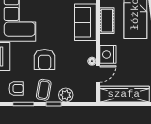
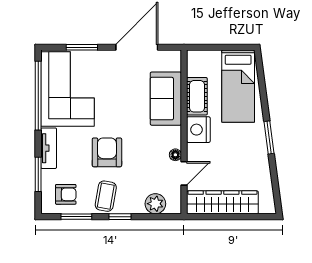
nightstand: (108, 54) -> (198, 130), moved
armchair: (45, 59) -> (107, 152), turned 180
plant: (66, 95) -> (155, 204), moved

